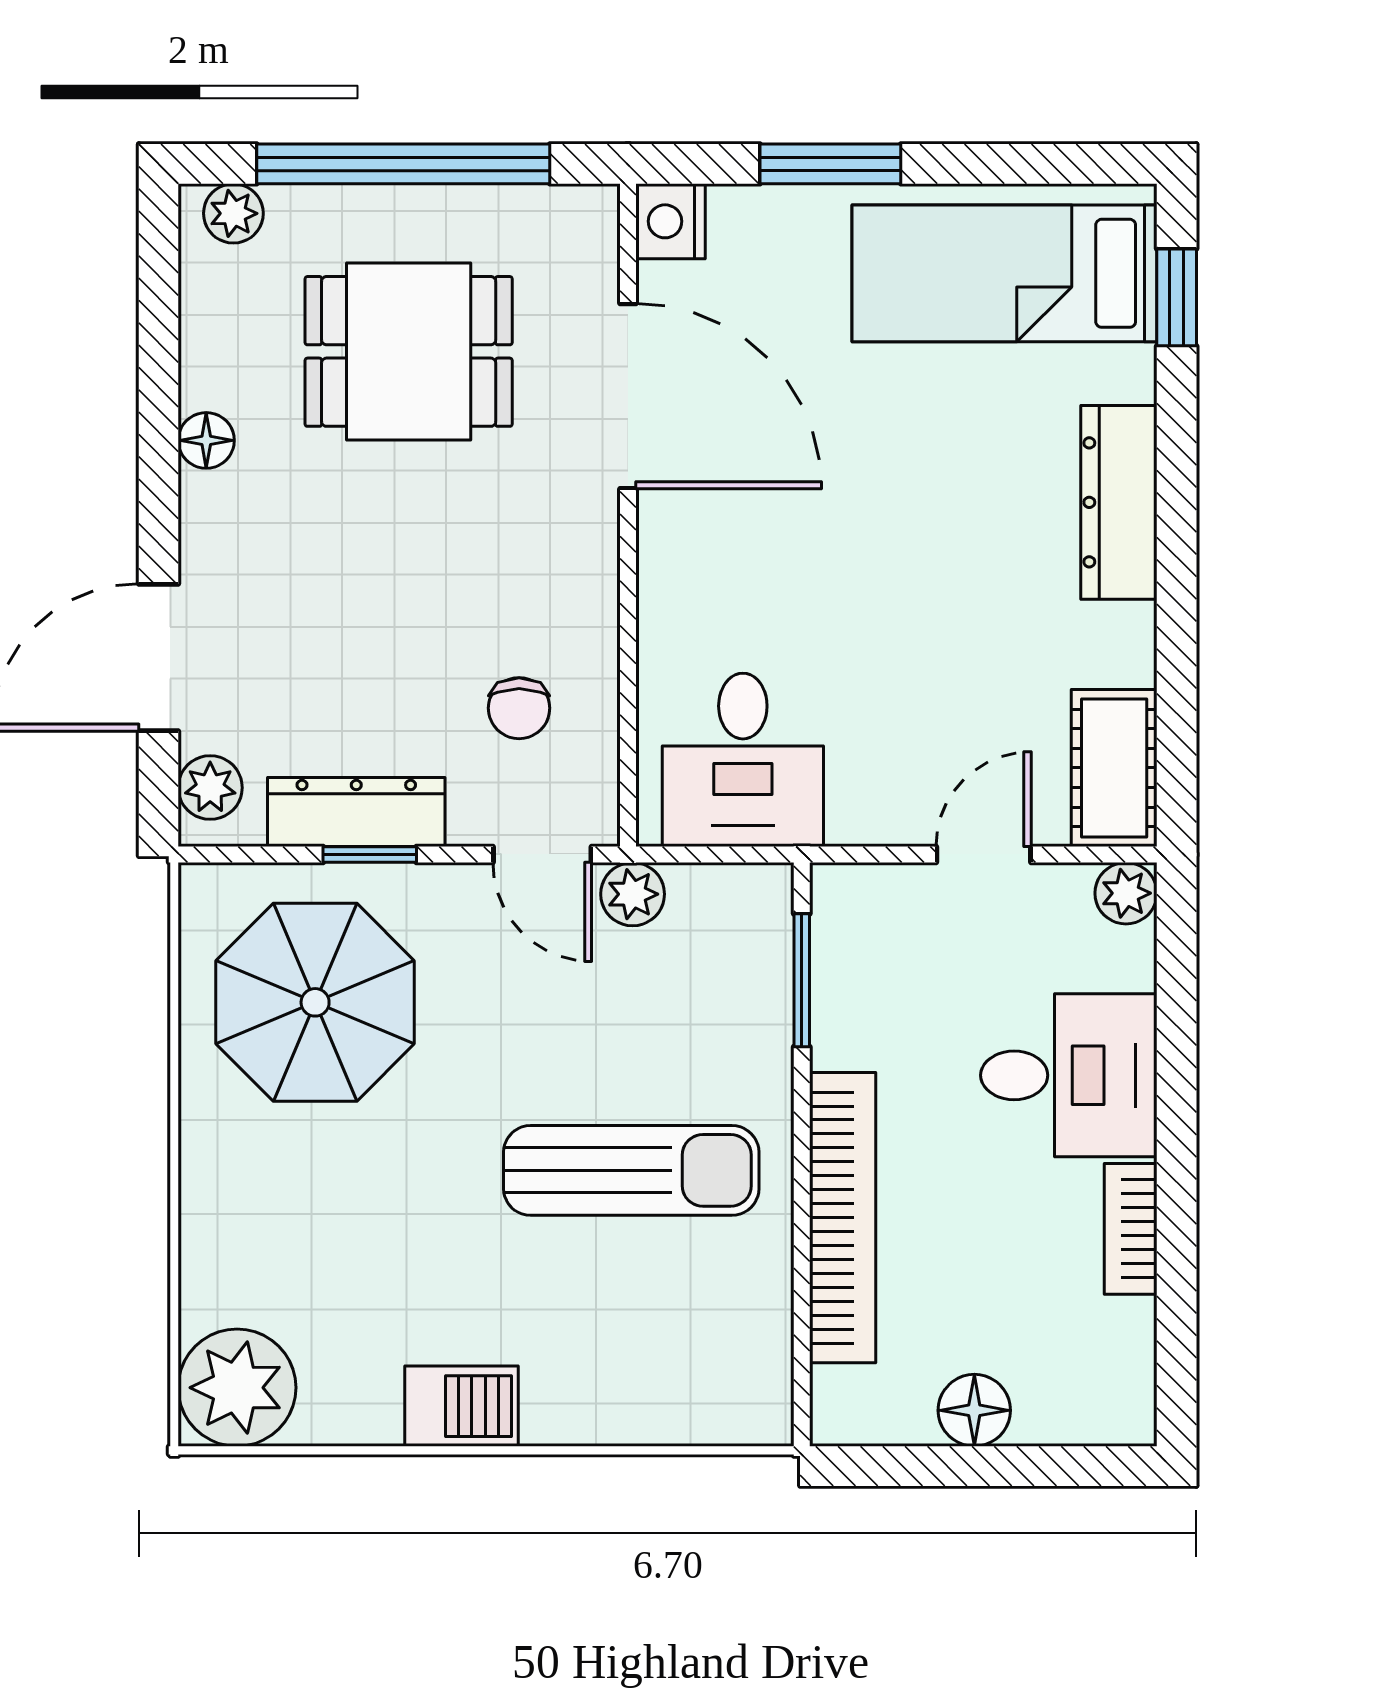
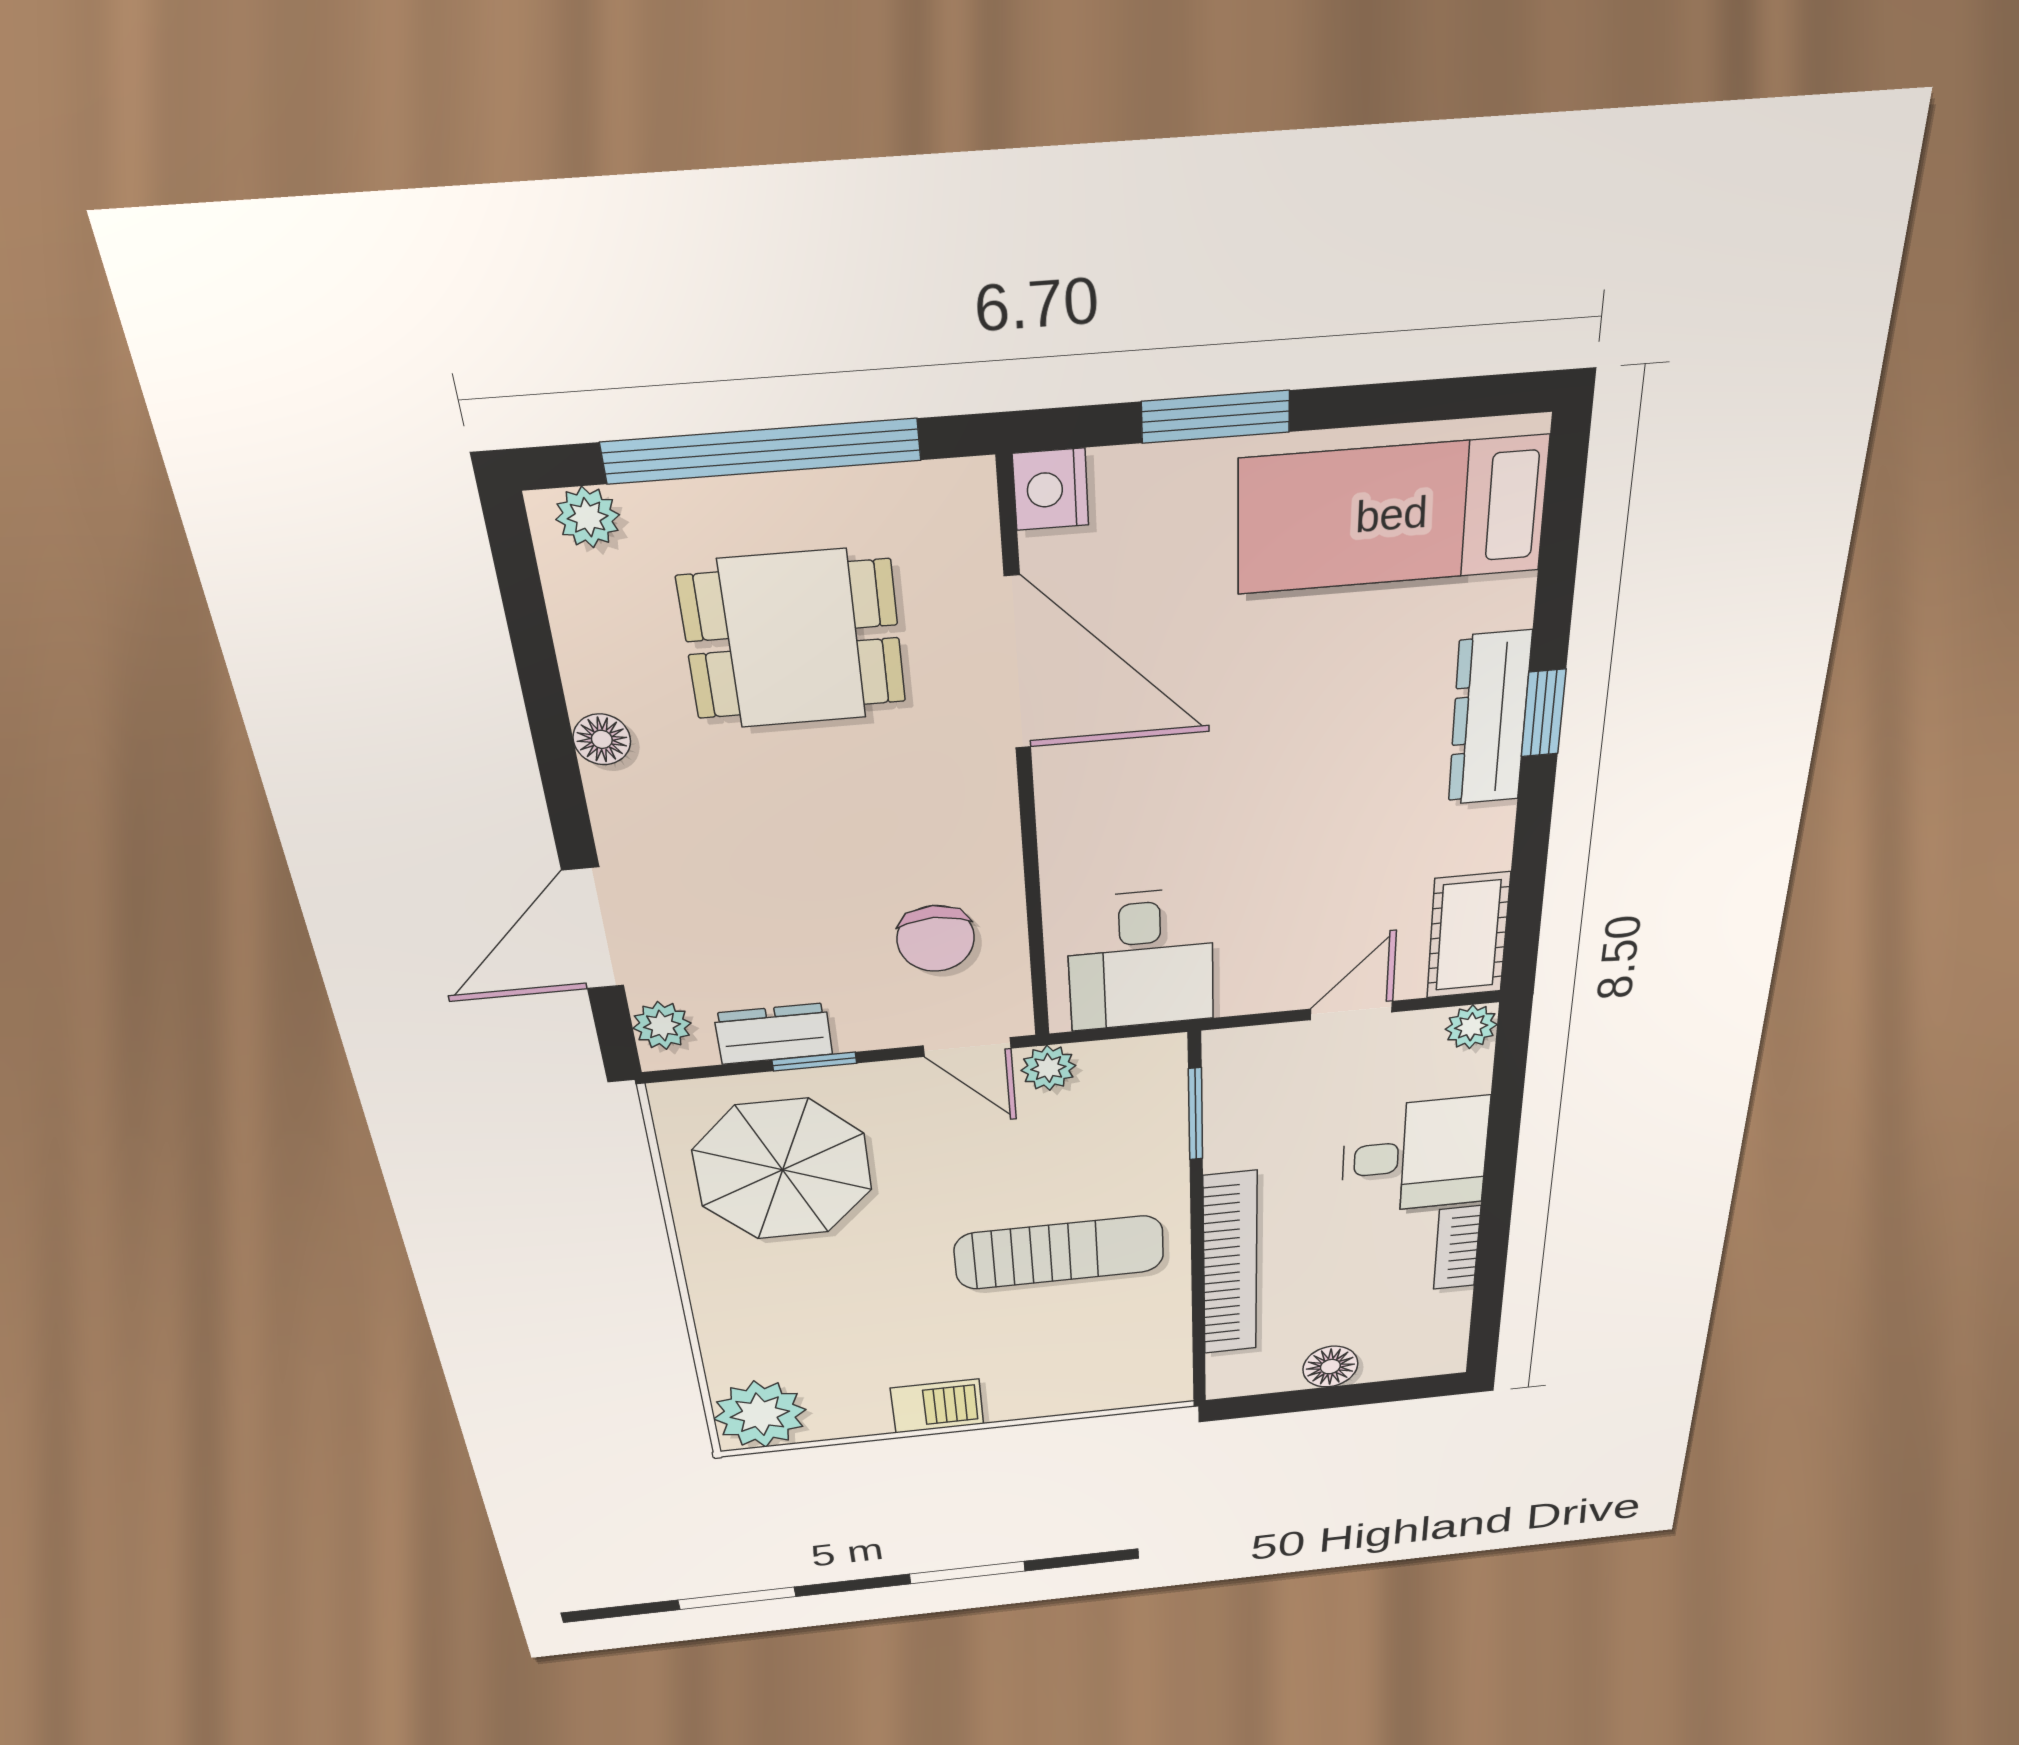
window: (1177, 297) -> (1543, 713), moved
chair: (519, 708) -> (936, 939), width x1.37, depth x1.37
dresser: (356, 812) -> (773, 1034), width x0.70

